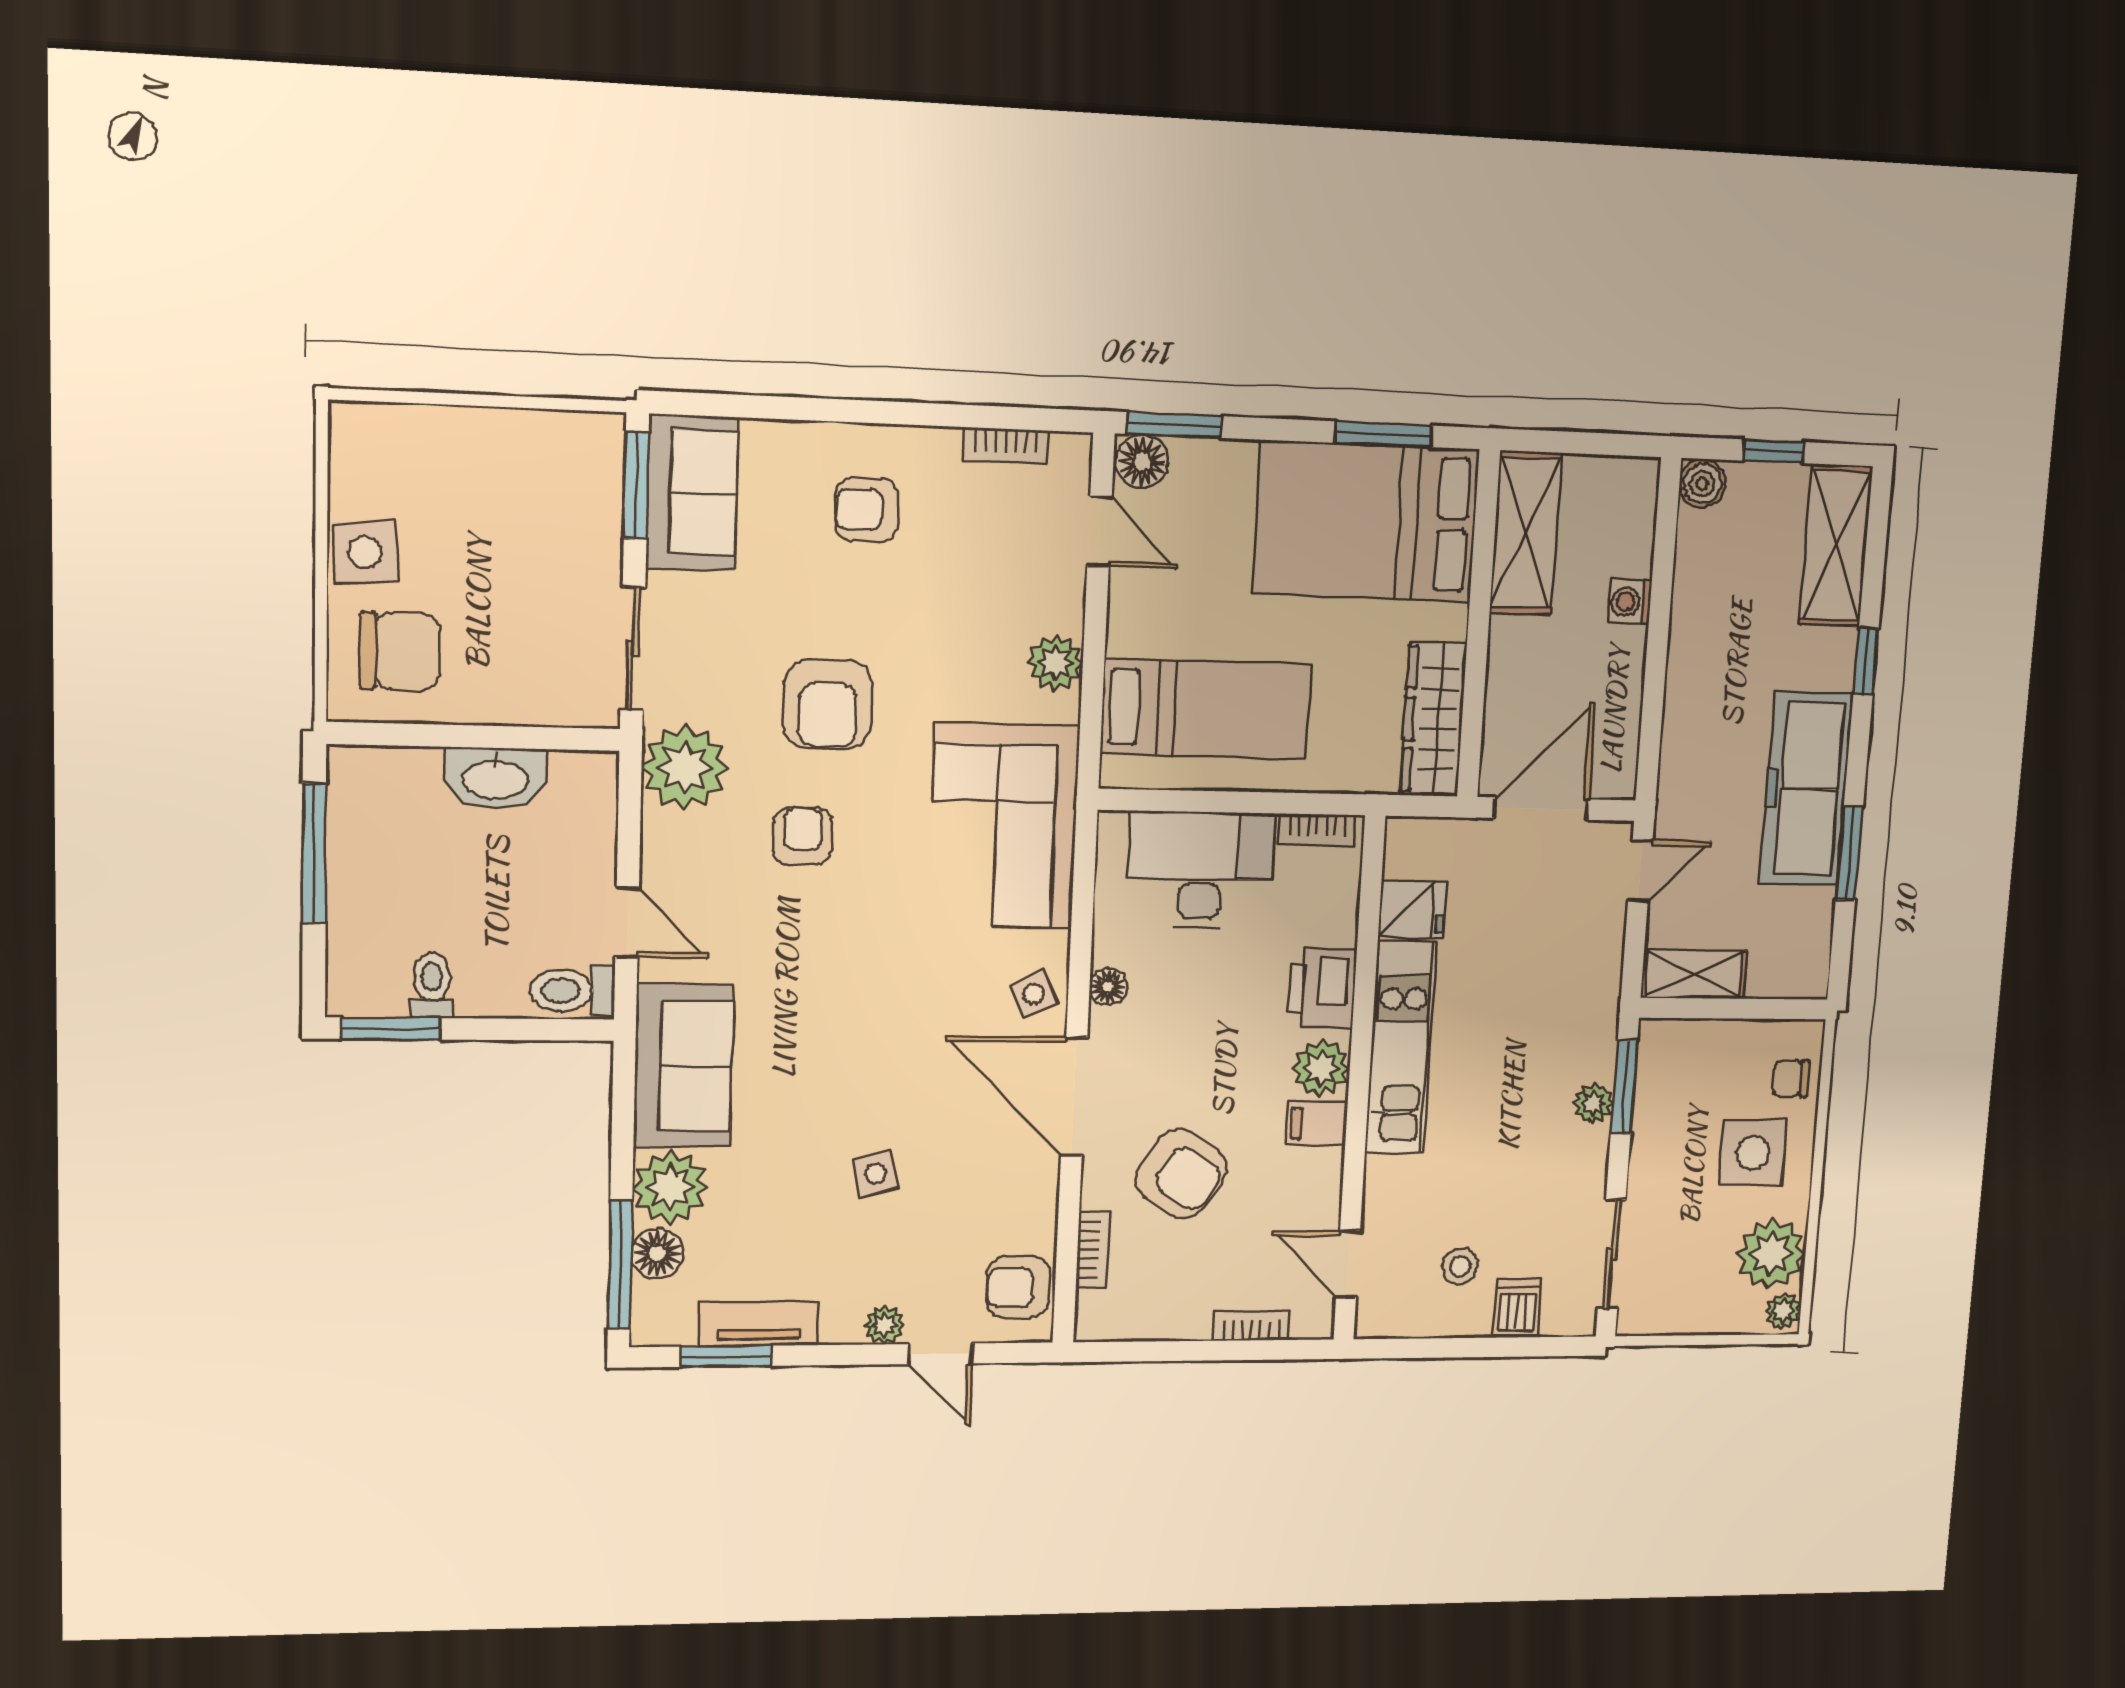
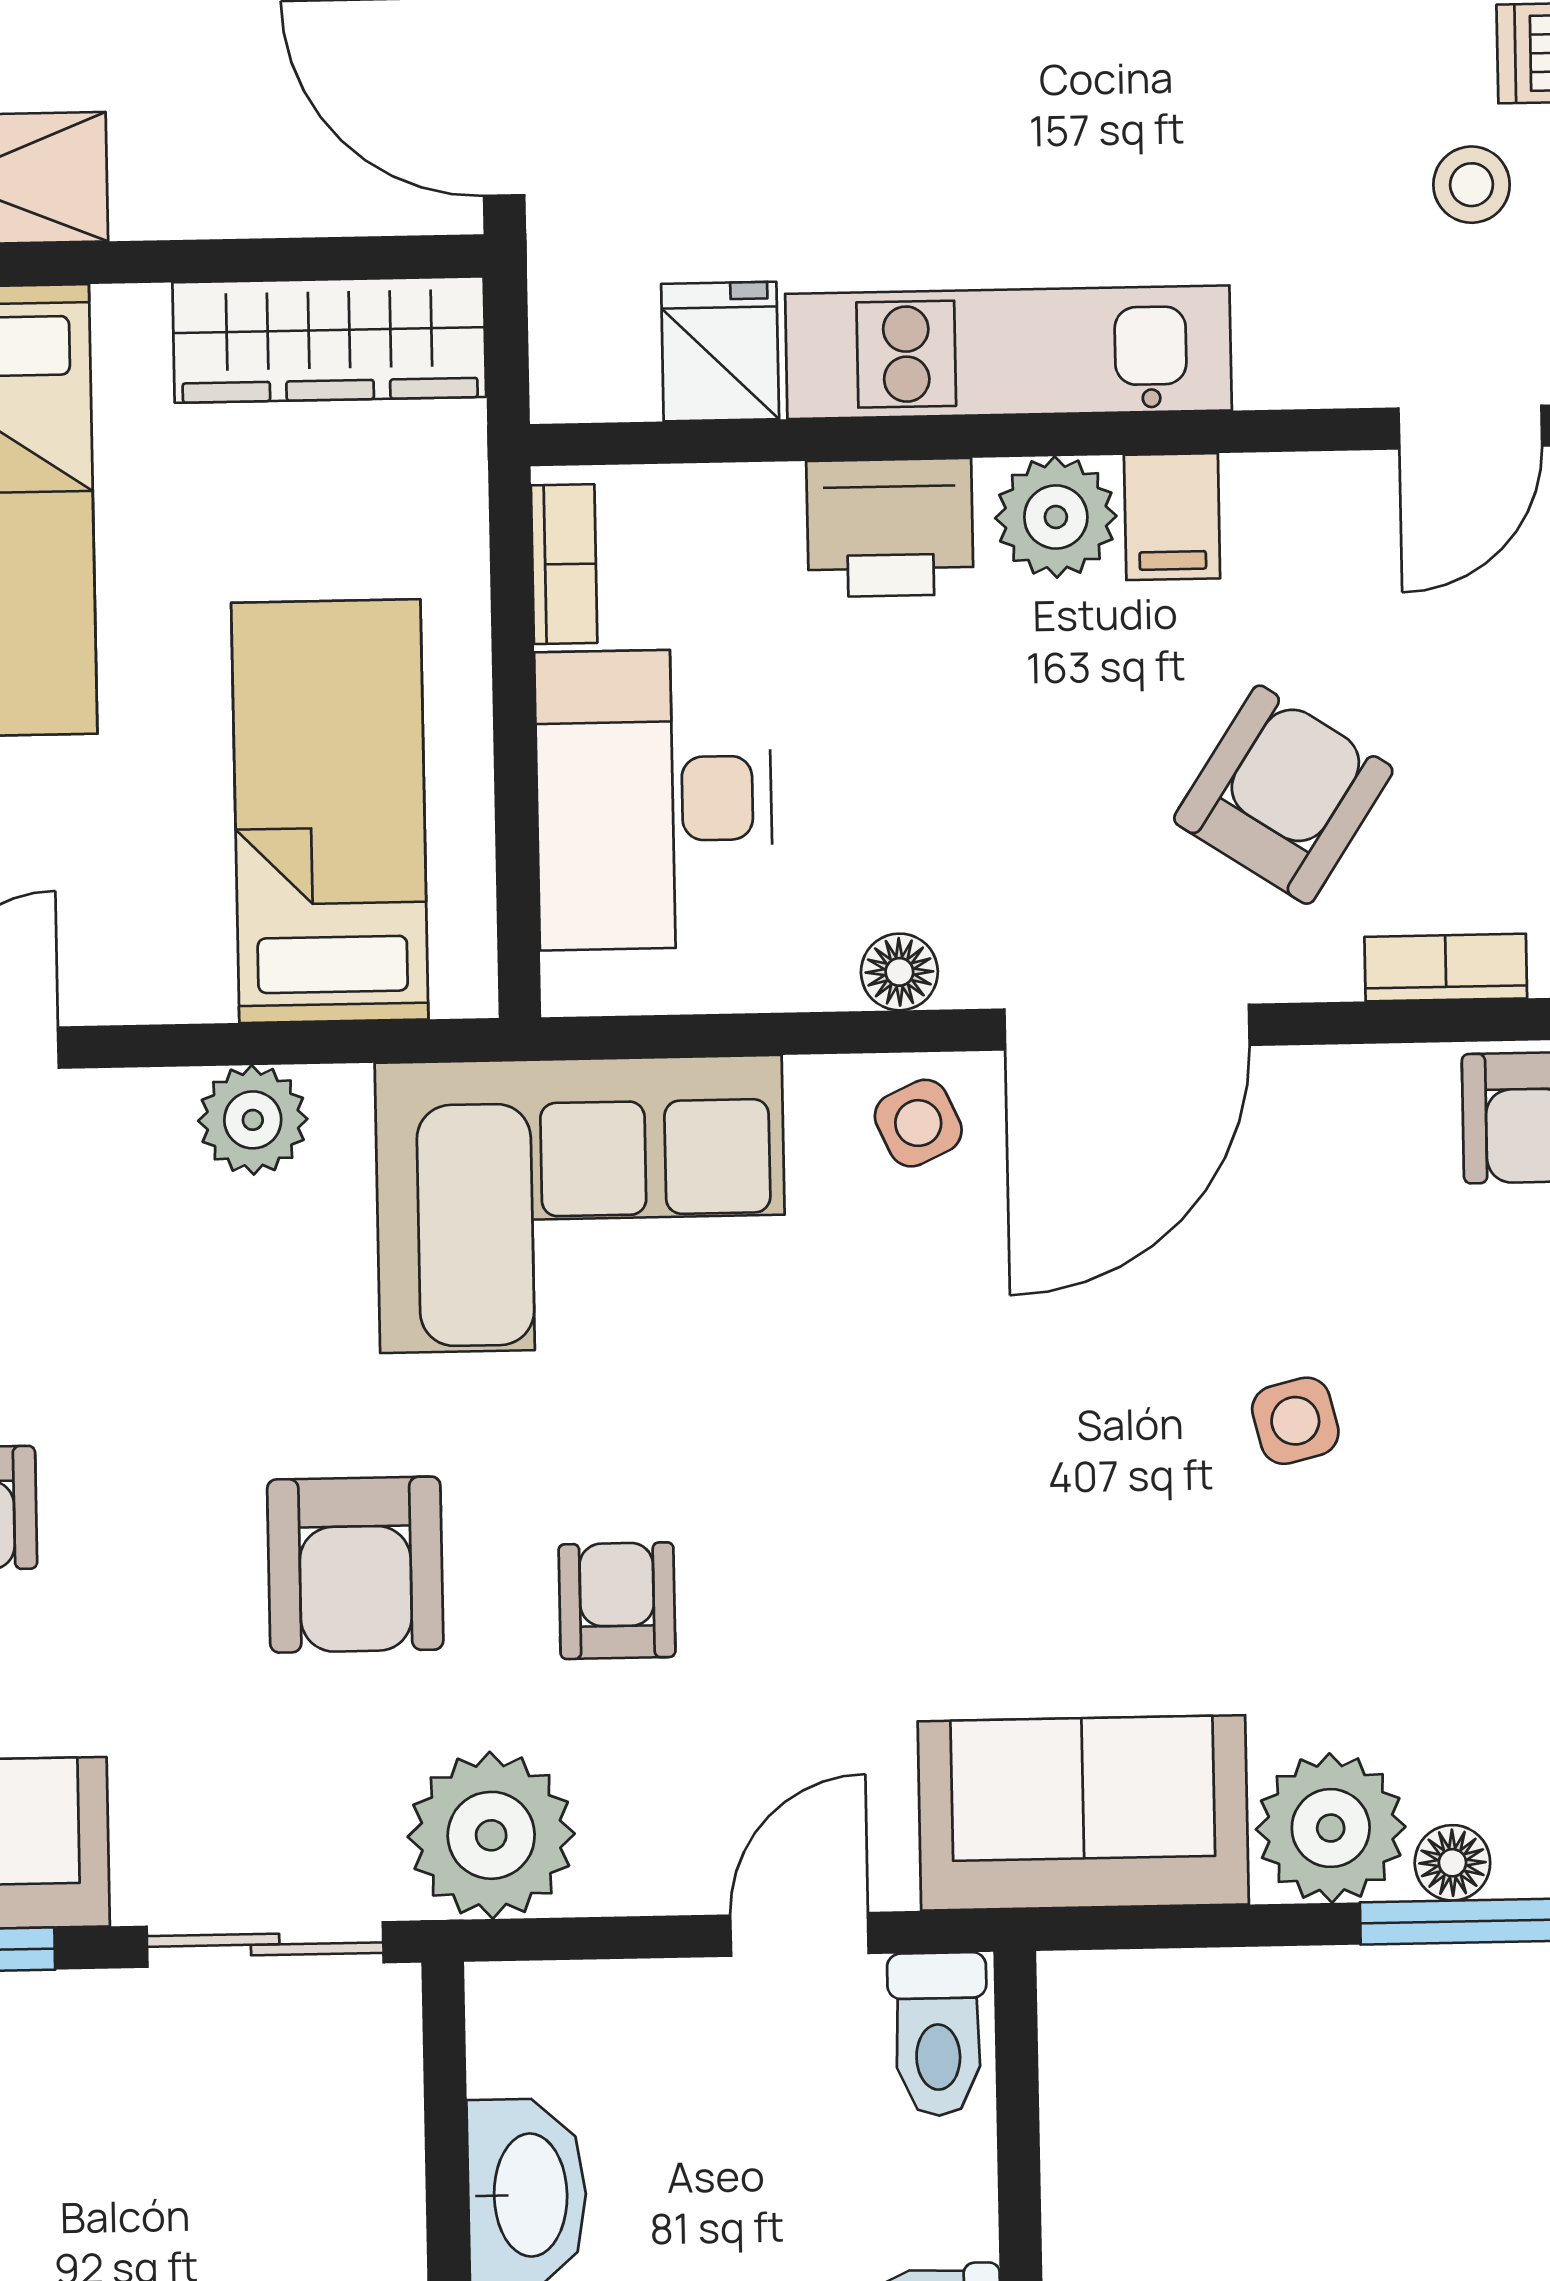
armchair: (828, 704) -> (355, 1565), turned 90
armchair: (803, 836) -> (617, 1601), turned 90
floor lamp: (657, 1254) -> (1452, 1863), width x0.73, depth x0.73

